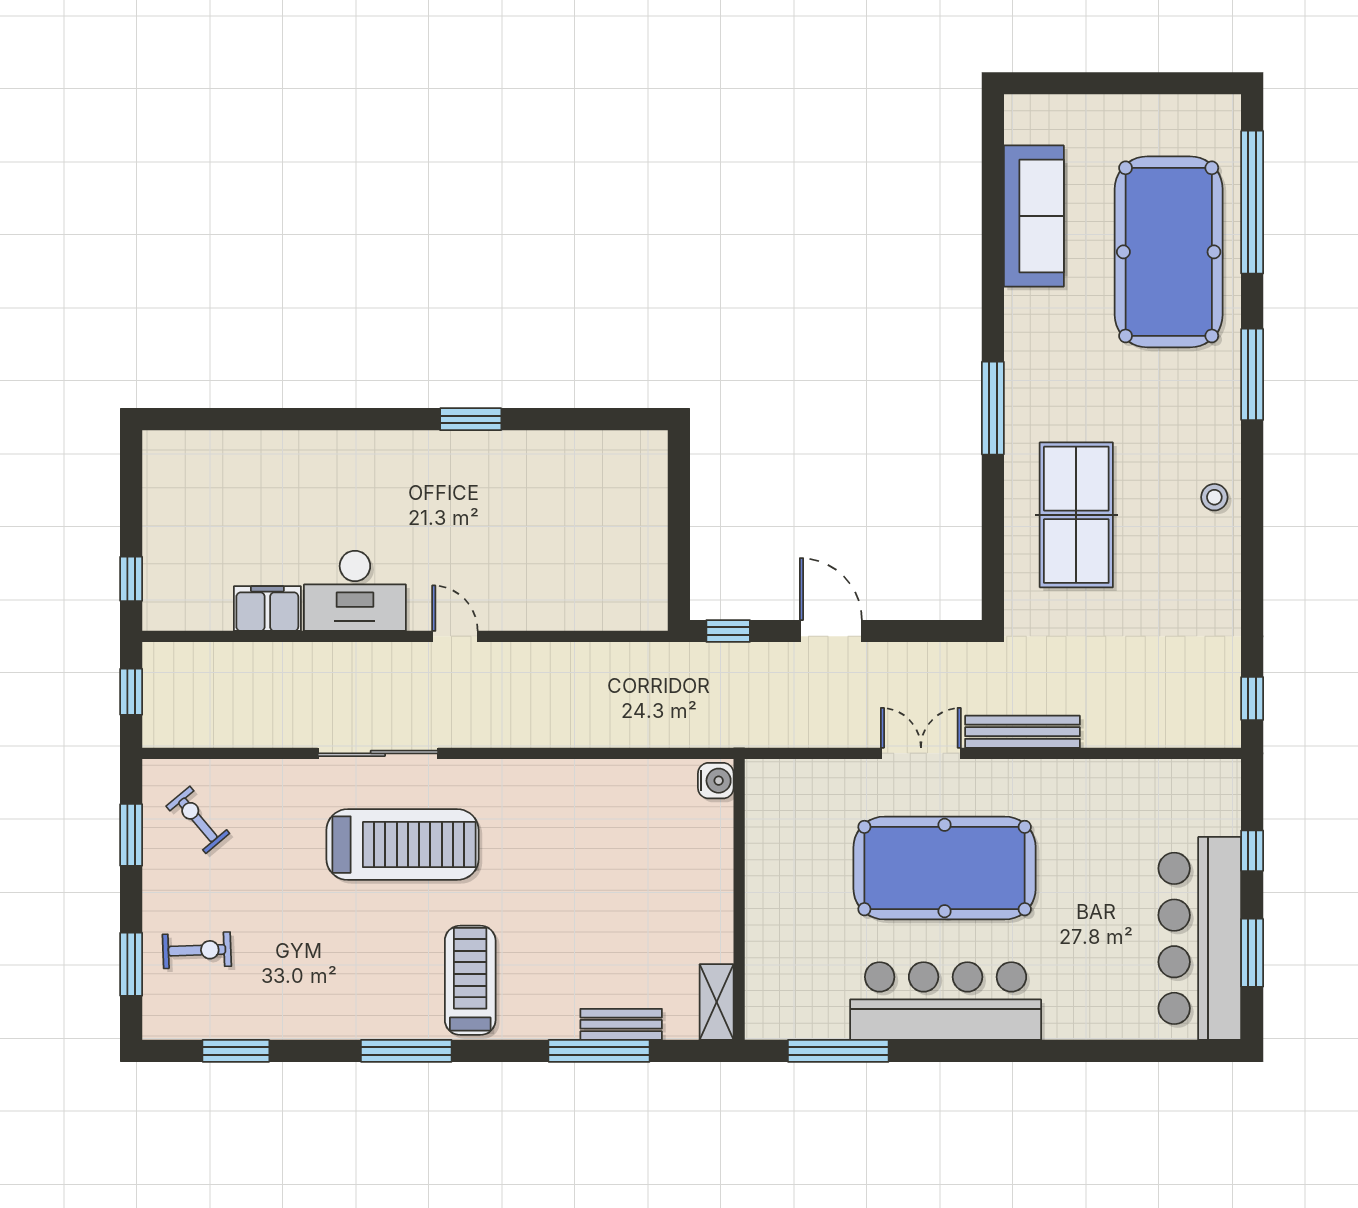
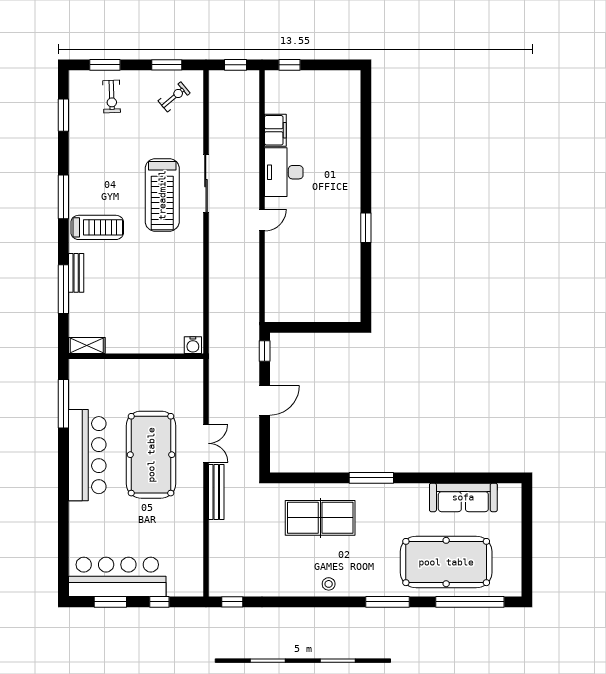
bench: (621, 1024) -> (76, 273), moved

